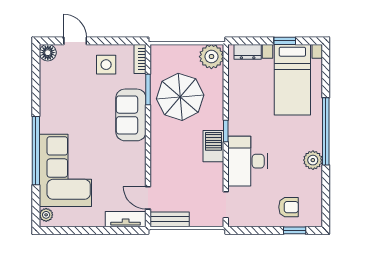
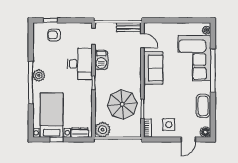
door: (75, 41) -> (188, 140), hinge flipped
coffee table: (52, 94) -> (203, 106), added
sofa: (131, 115) -> (153, 68), moved
barbecue: (213, 146) -> (101, 60), moved
plant: (313, 160) -> (39, 75), moved
tv unit: (126, 219) -> (157, 27), removed

